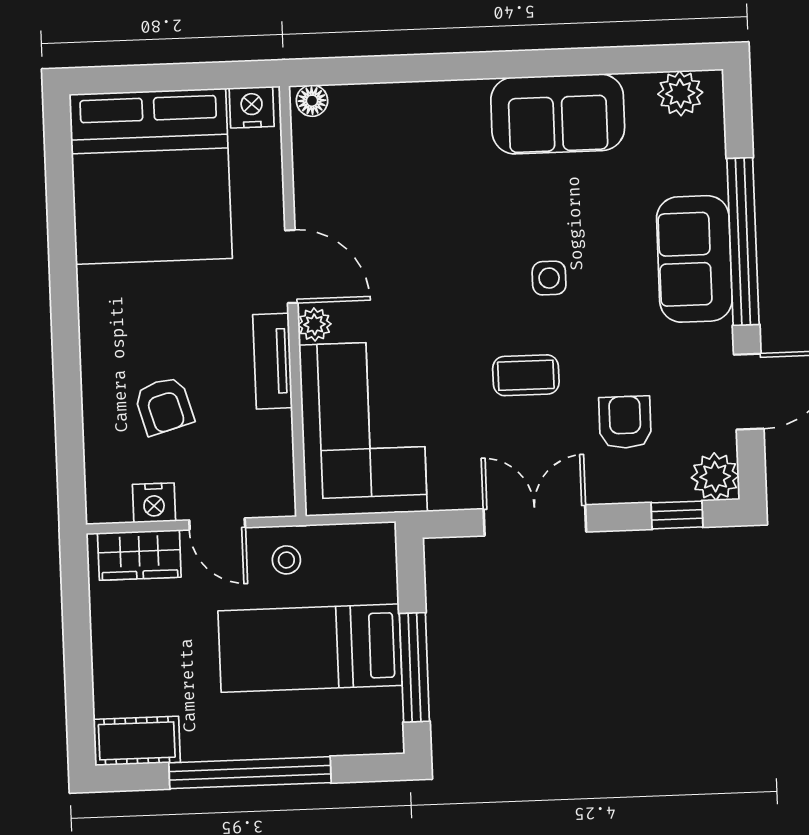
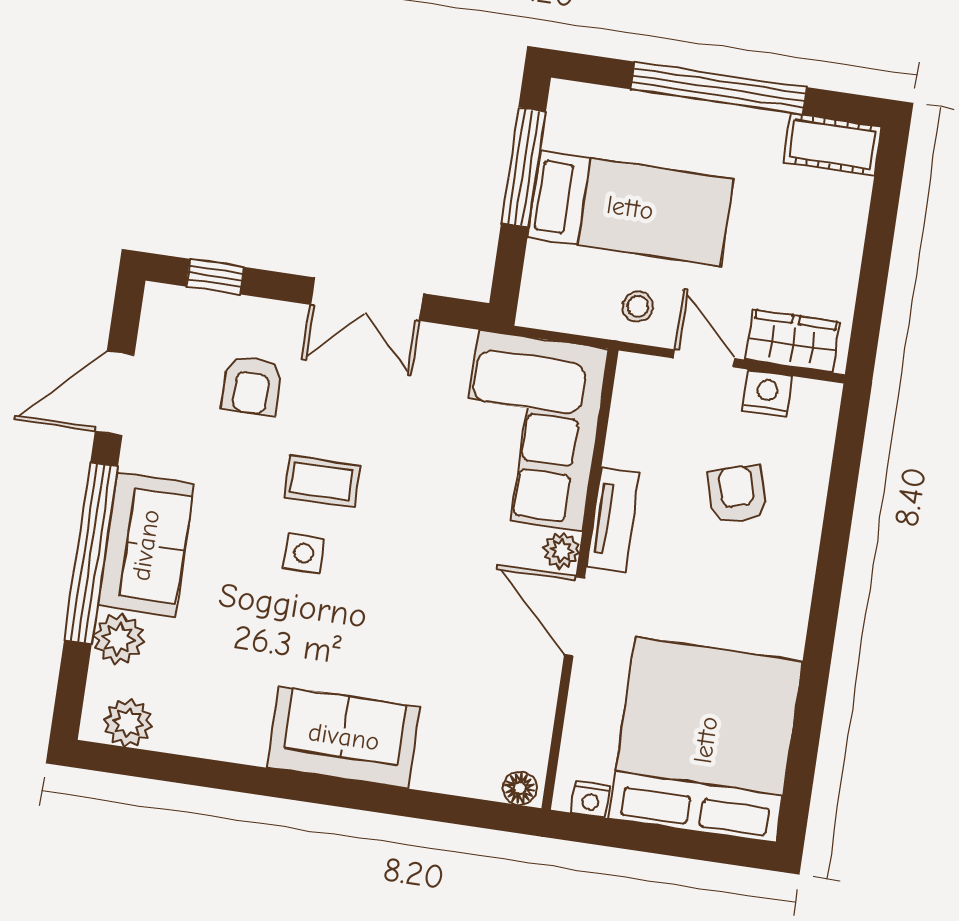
nightstand: (252, 107) -> (591, 800), width x0.72, depth x0.74
sofa: (558, 114) -> (344, 737), moved
coffee table: (526, 375) -> (322, 482), moved
plant: (715, 477) -> (119, 639), moved

